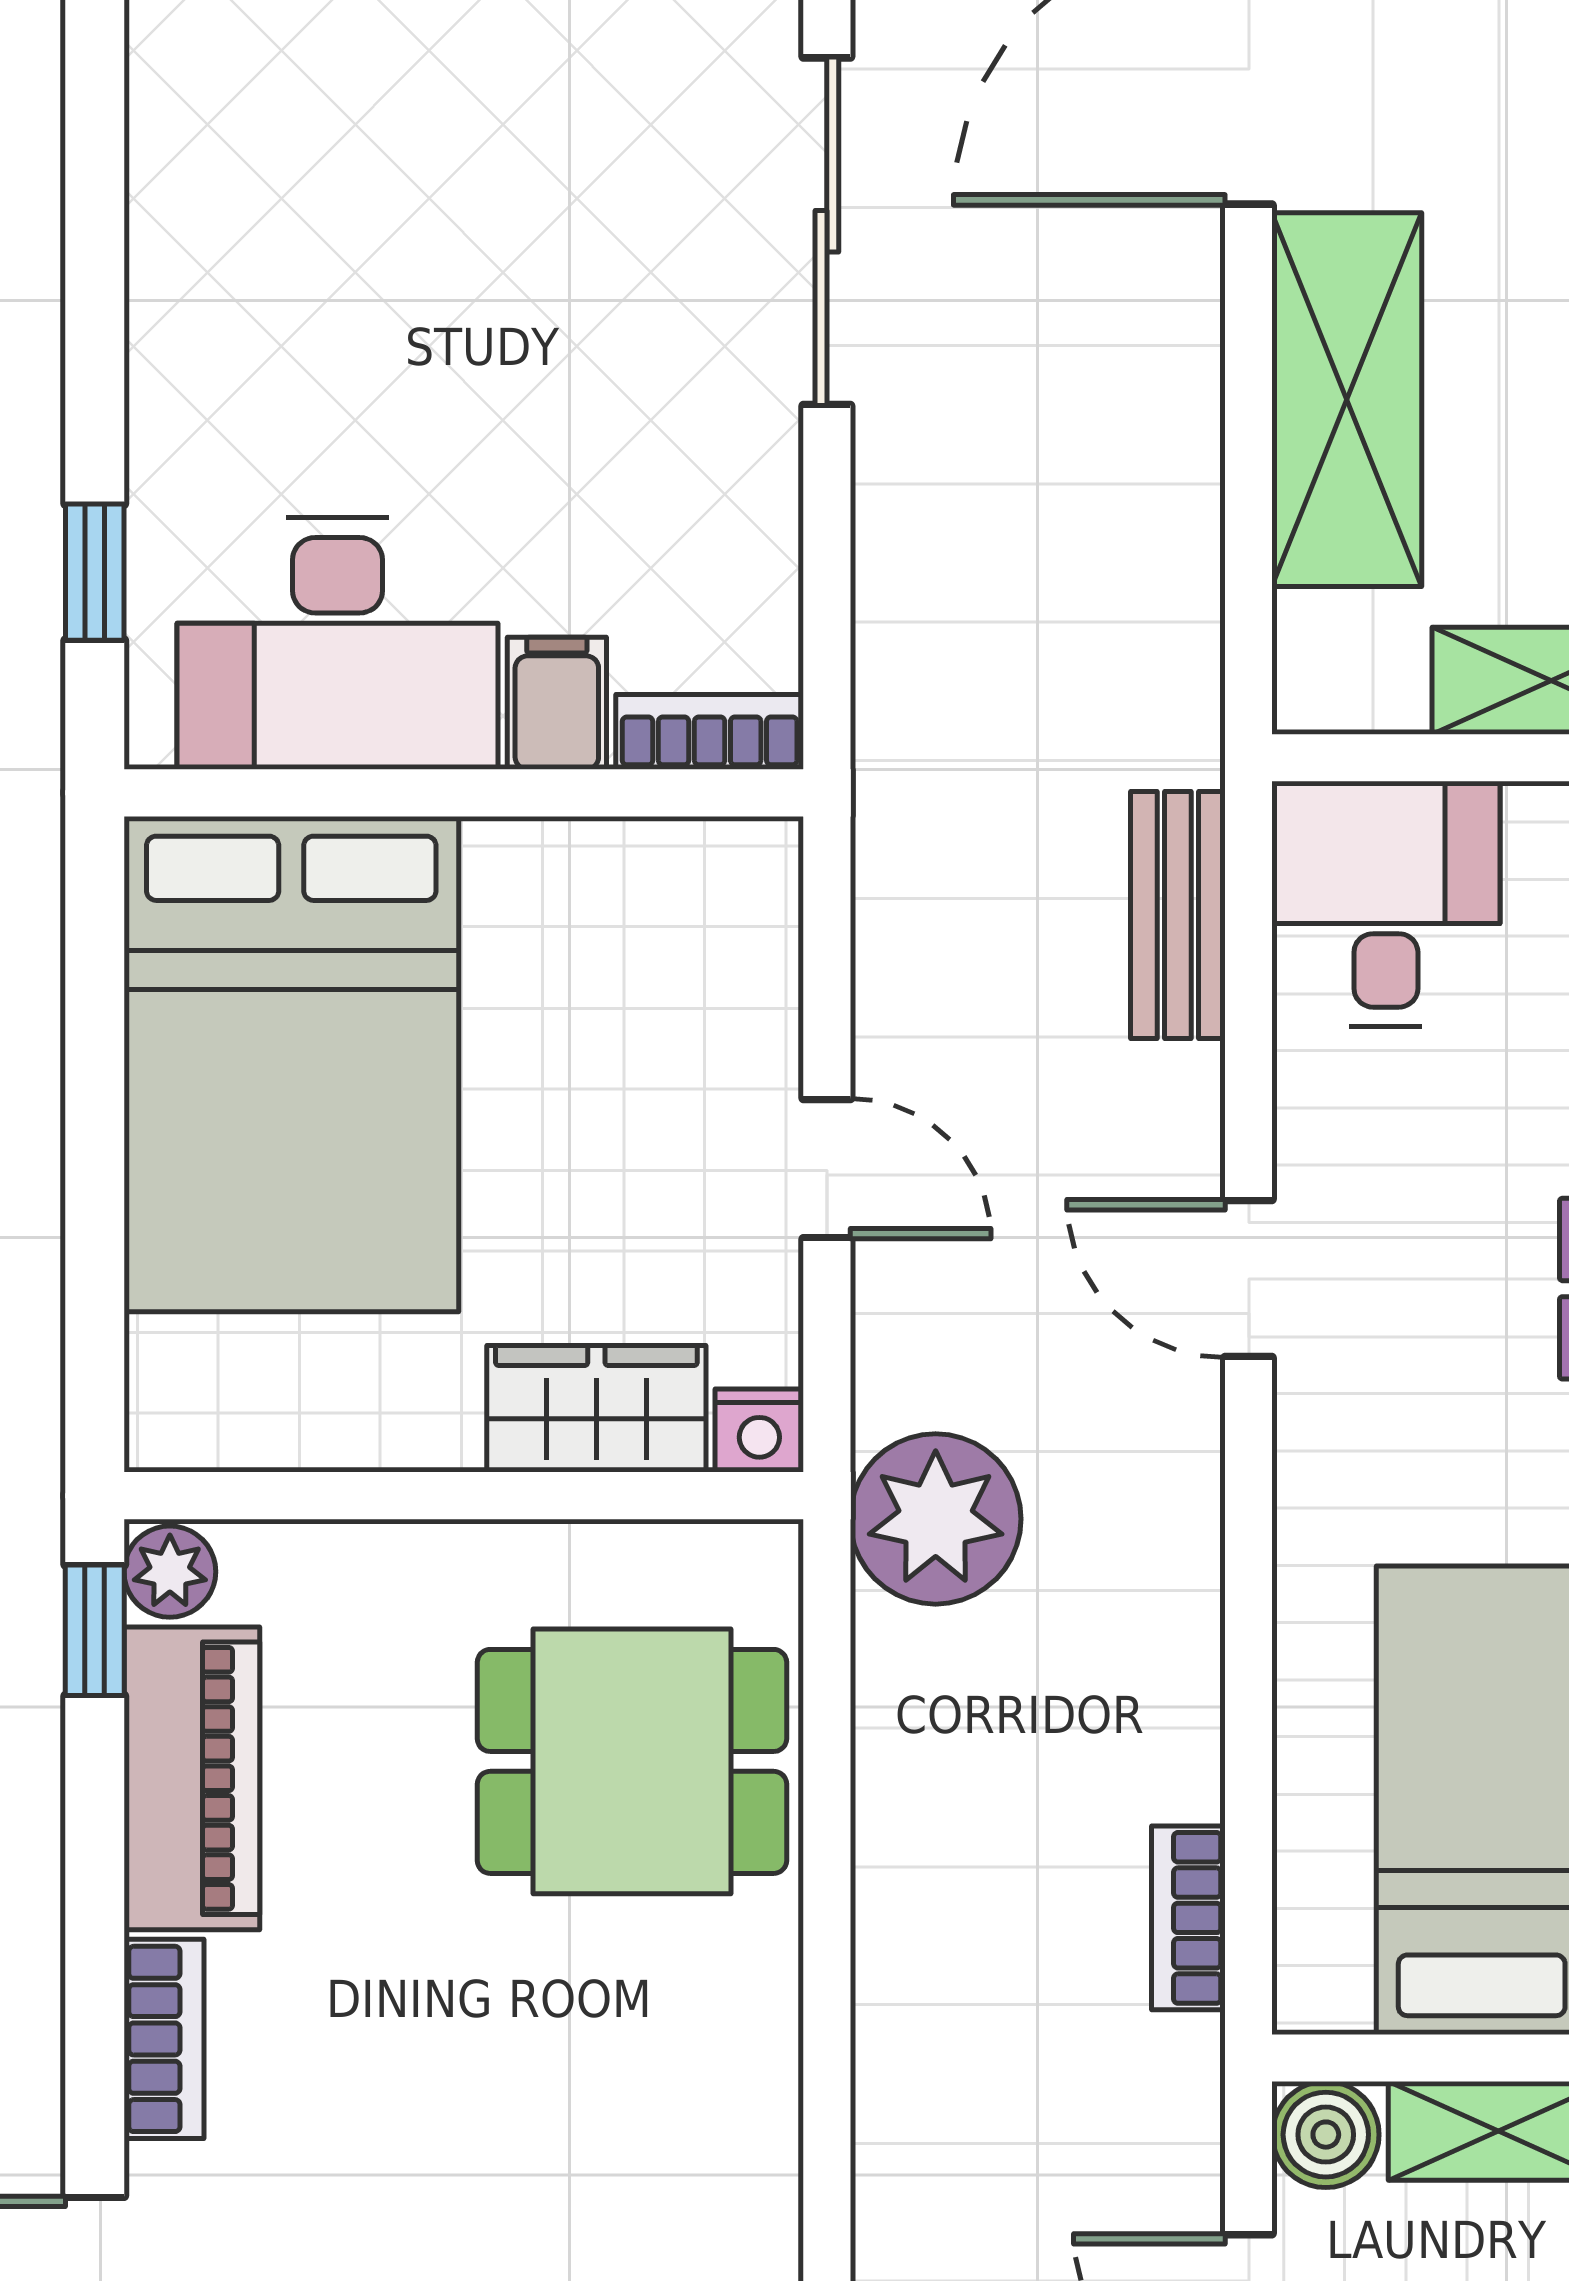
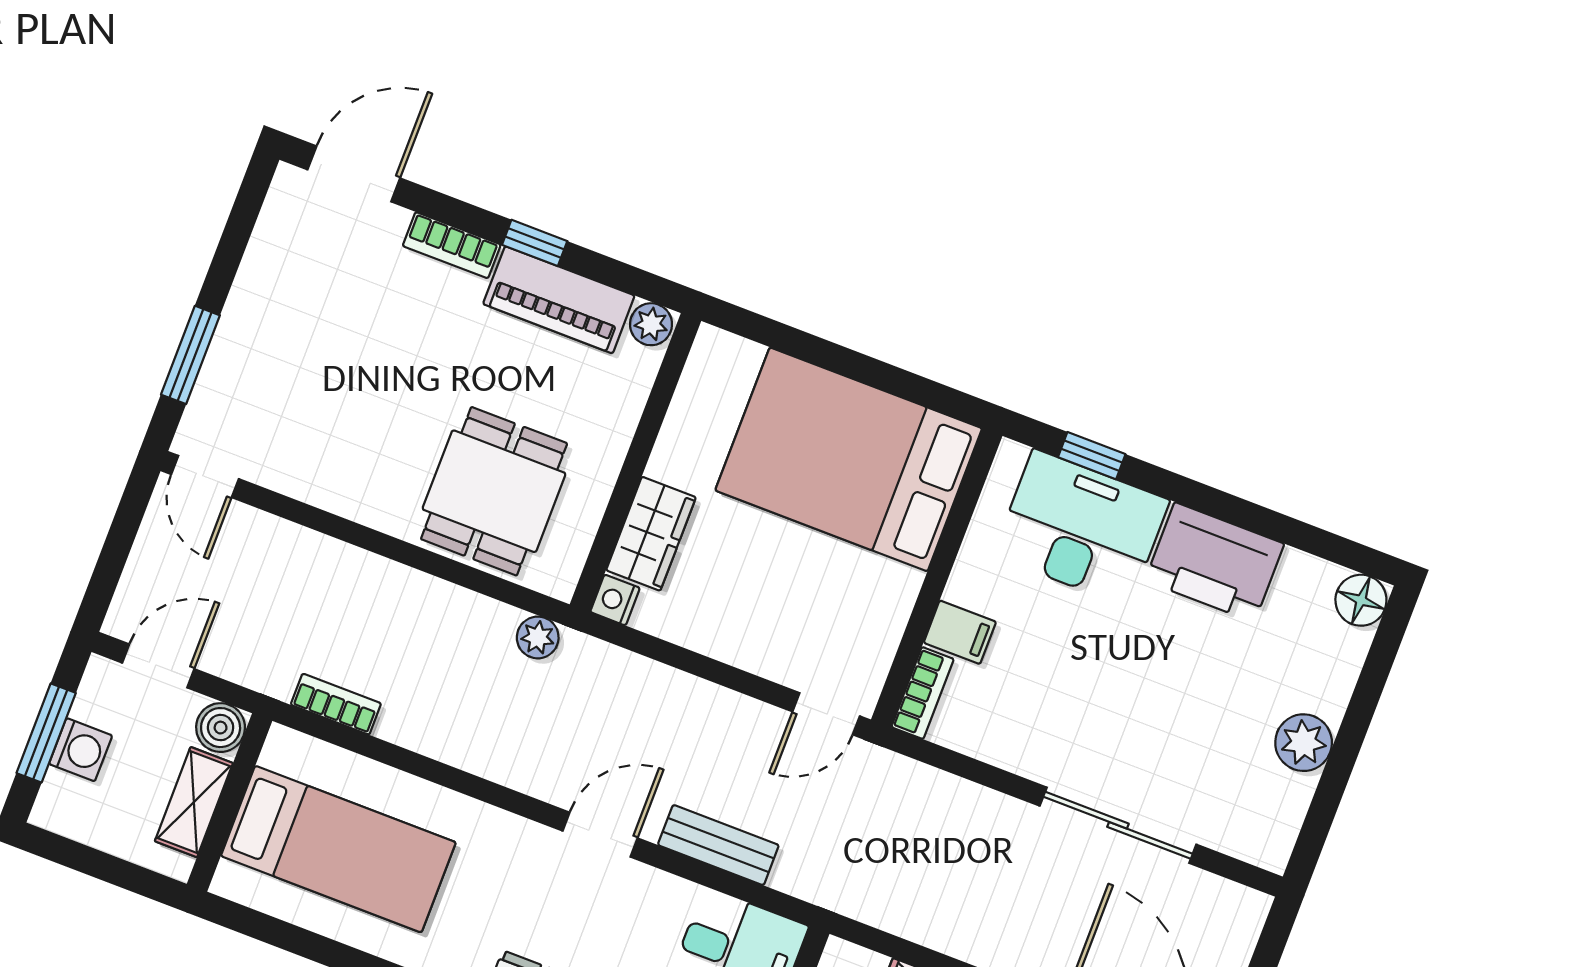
printer: (216, 239) -> (1215, 562), added
desk: (337, 643) -> (1081, 528), moved, turned 90
bench: (1178, 915) -> (718, 845), moved
door: (827, 1169) -> (826, 714), moved
plant: (936, 1519) -> (538, 637), width x0.53, depth x0.53
window: (95, 1630) -> (535, 243), moved

